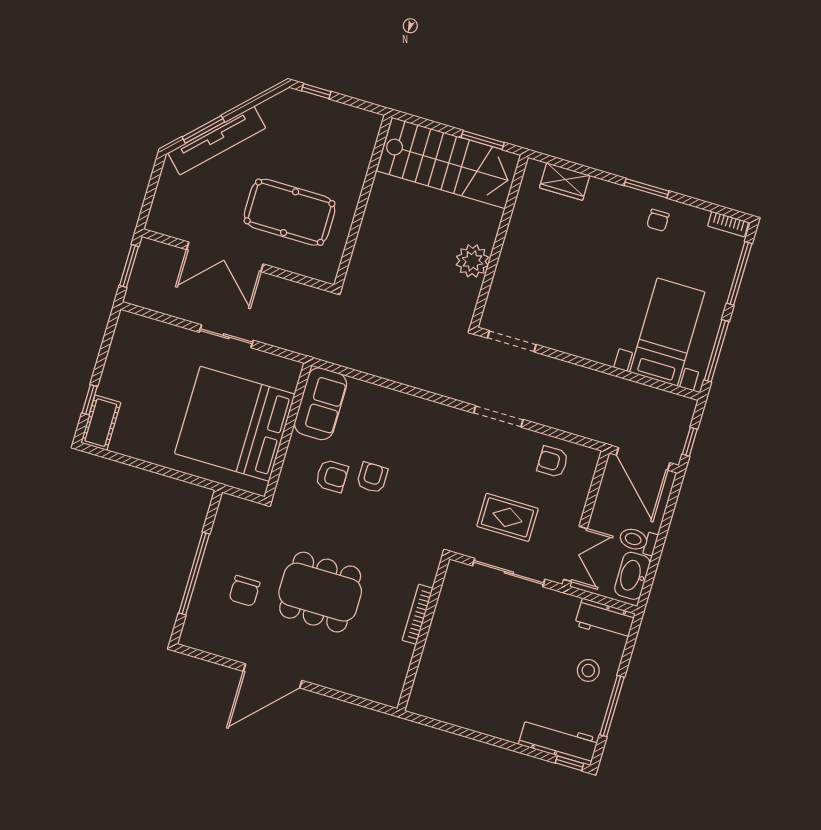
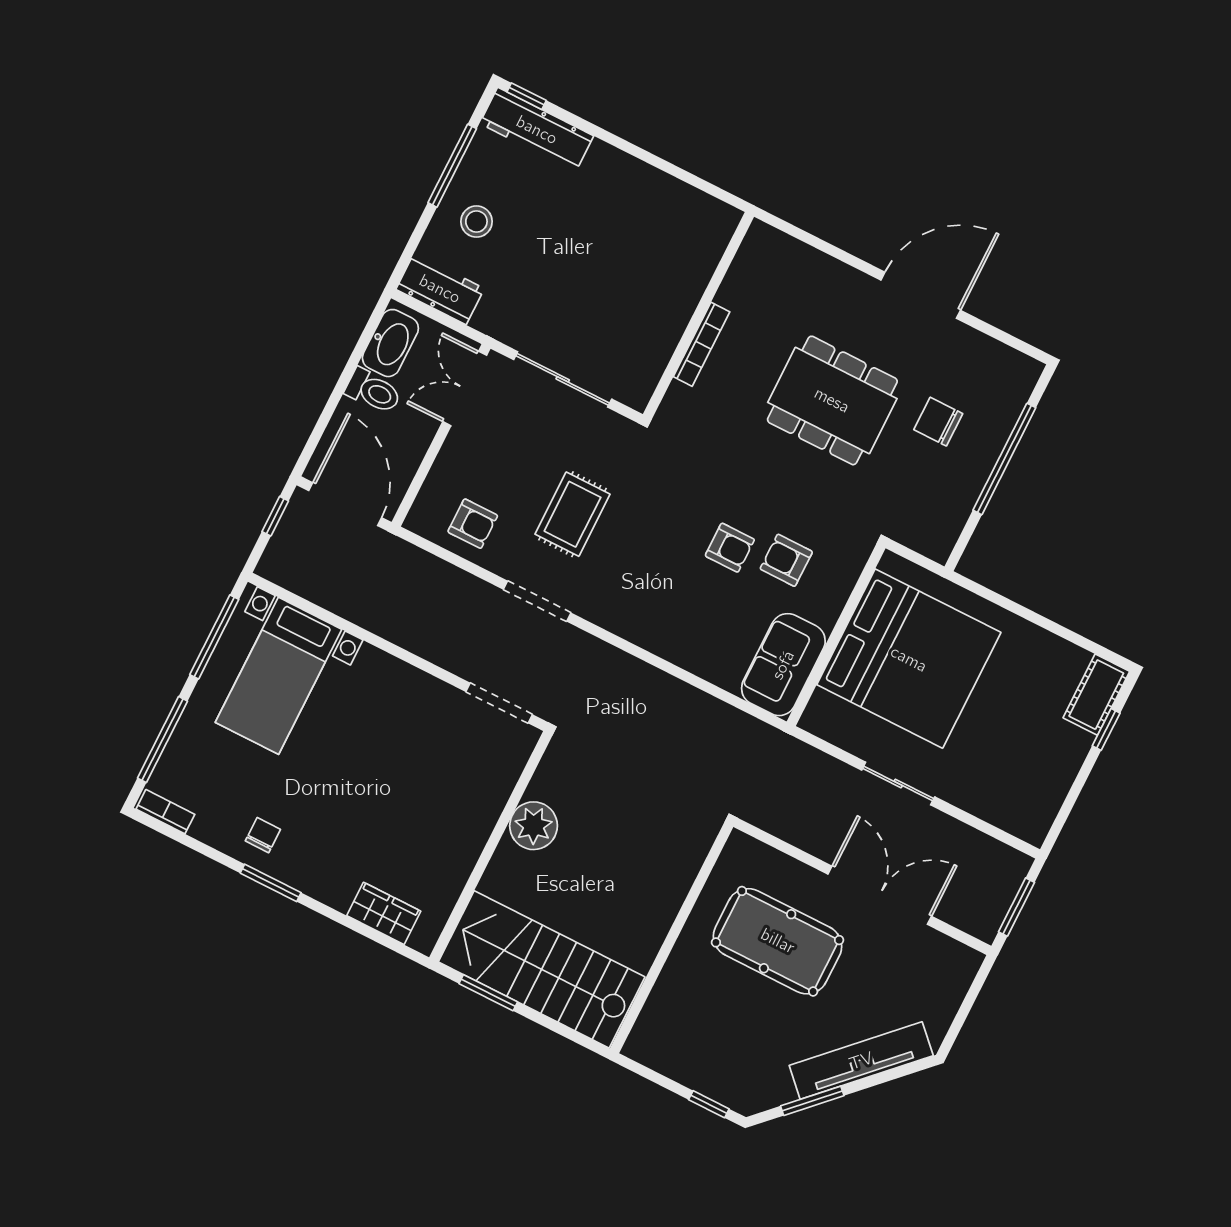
window: (203, 129) -> (812, 1101), moved
armchair: (372, 478) -> (730, 548), turned -90
rug: (507, 517) -> (572, 514), moved, turned 90
chair: (244, 591) -> (938, 422), turned -90

